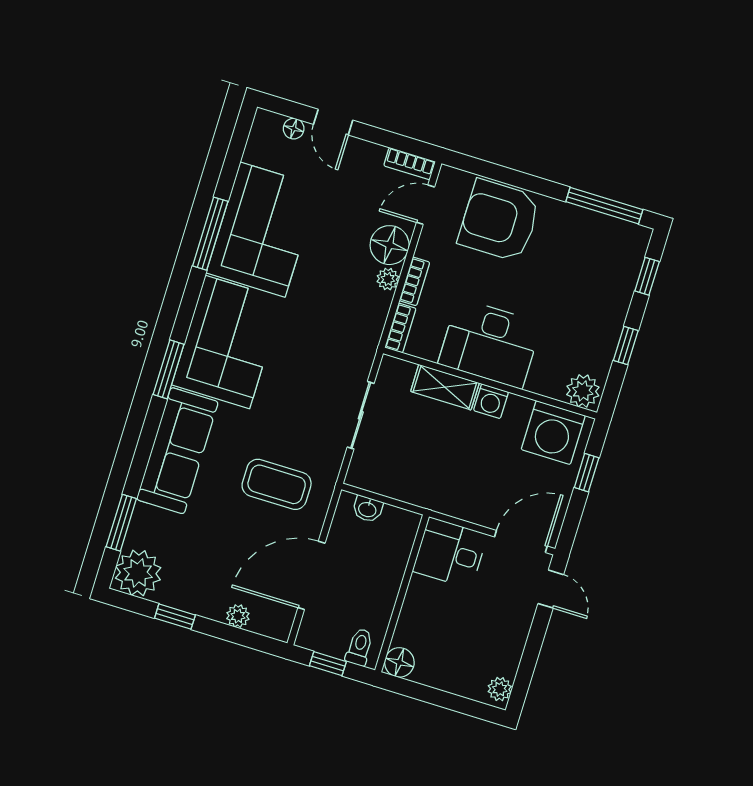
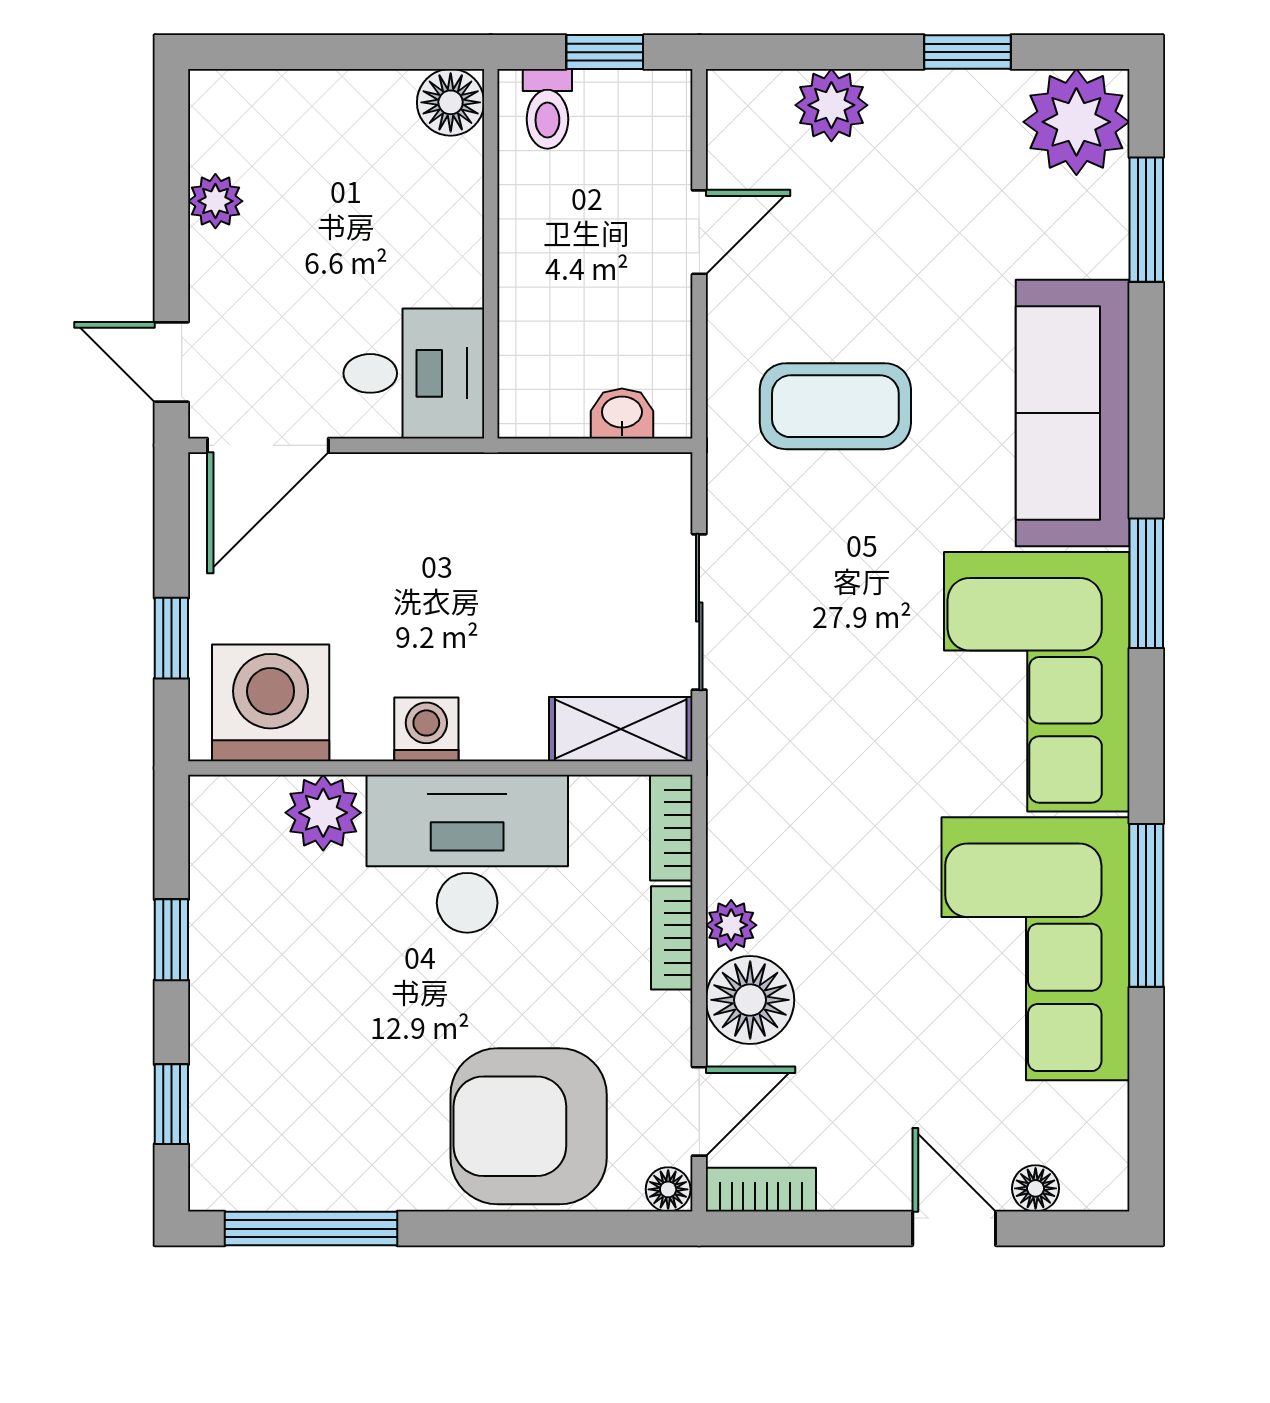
floor lamp: (449, 176) -> (668, 1189), added
armchair: (499, 221) -> (529, 1126), turned 180
shelving: (445, 387) -> (621, 729), moved
plant: (583, 391) -> (323, 813), moved
door: (311, 575) -> (699, 232), width x0.53
plant: (238, 616) -> (831, 105), width x1.38, depth x1.38
plant: (500, 689) -> (215, 201), moved

